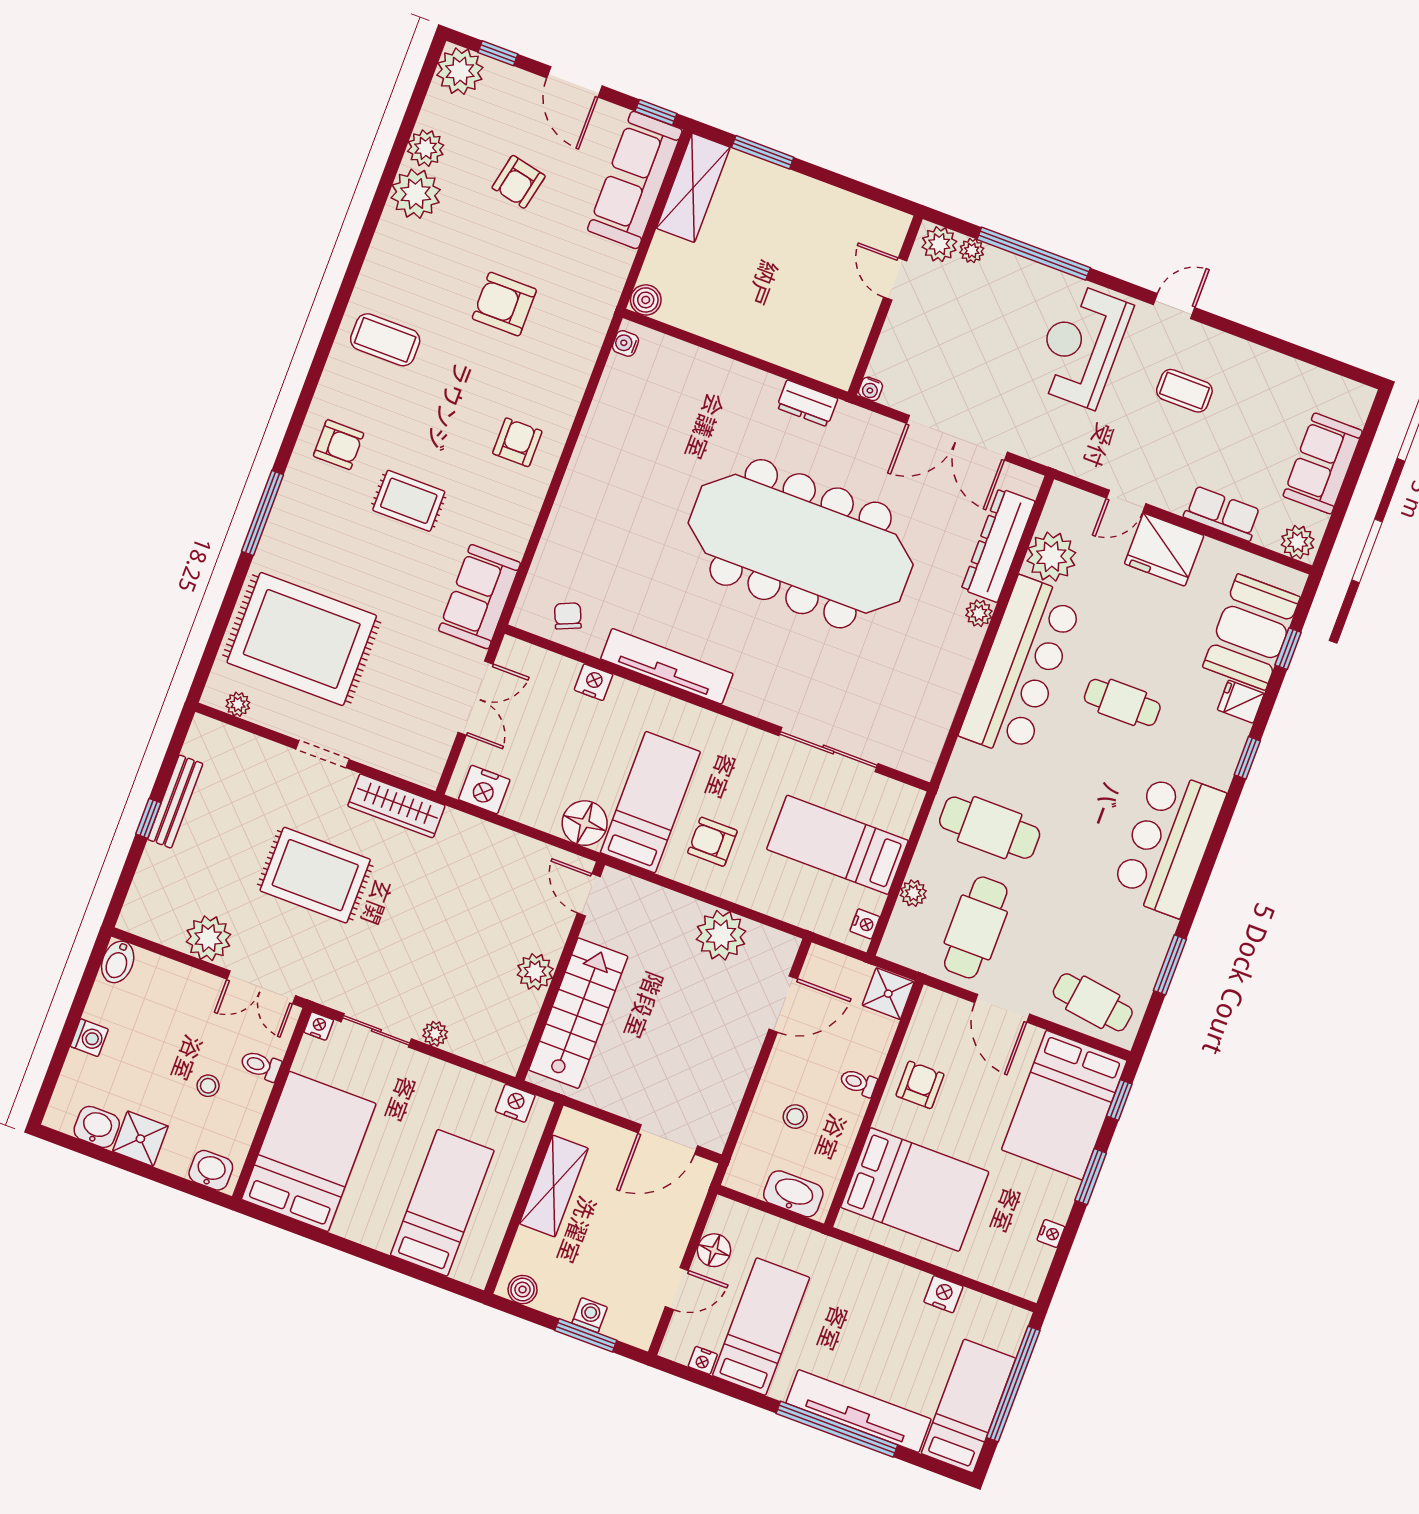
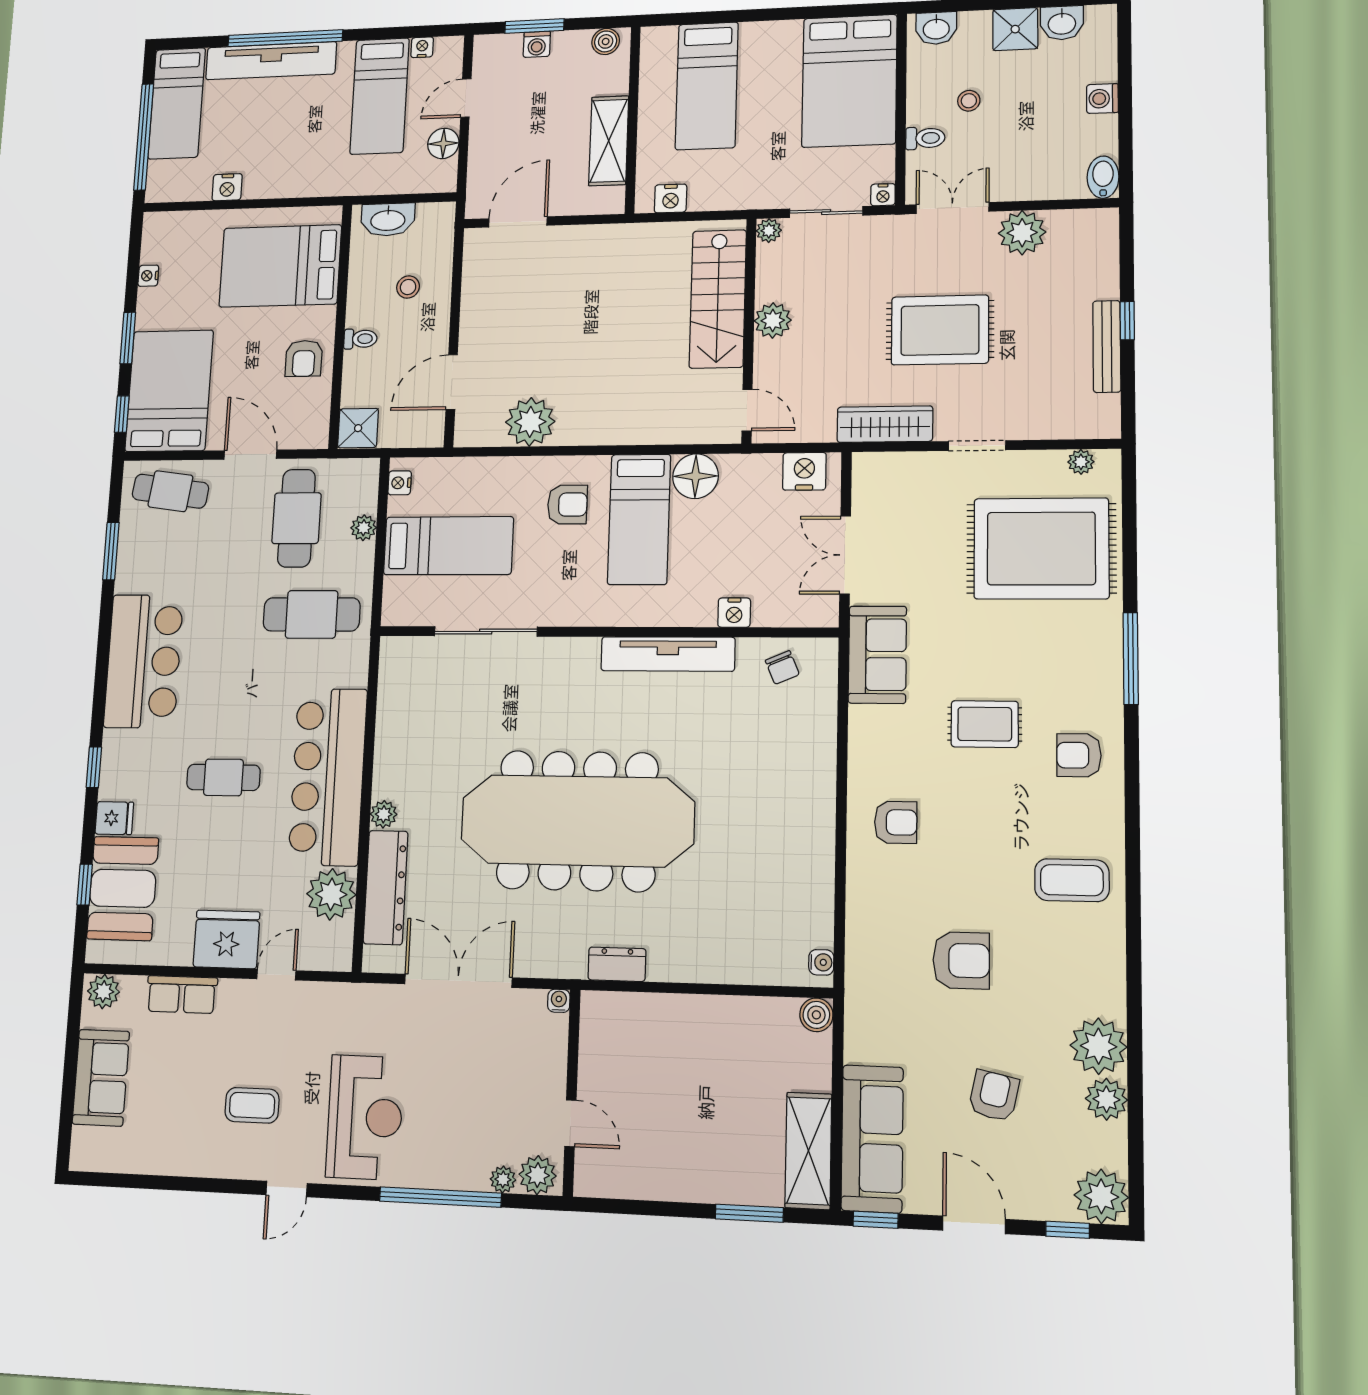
armchair: (517, 442) -> (896, 822), turned -90
door: (589, 895) -> (747, 410), moved
wall: (560, 971) -> (749, 330), moved
plant: (535, 972) -> (773, 320), moved
stairs: (578, 1013) -> (718, 299), moved

